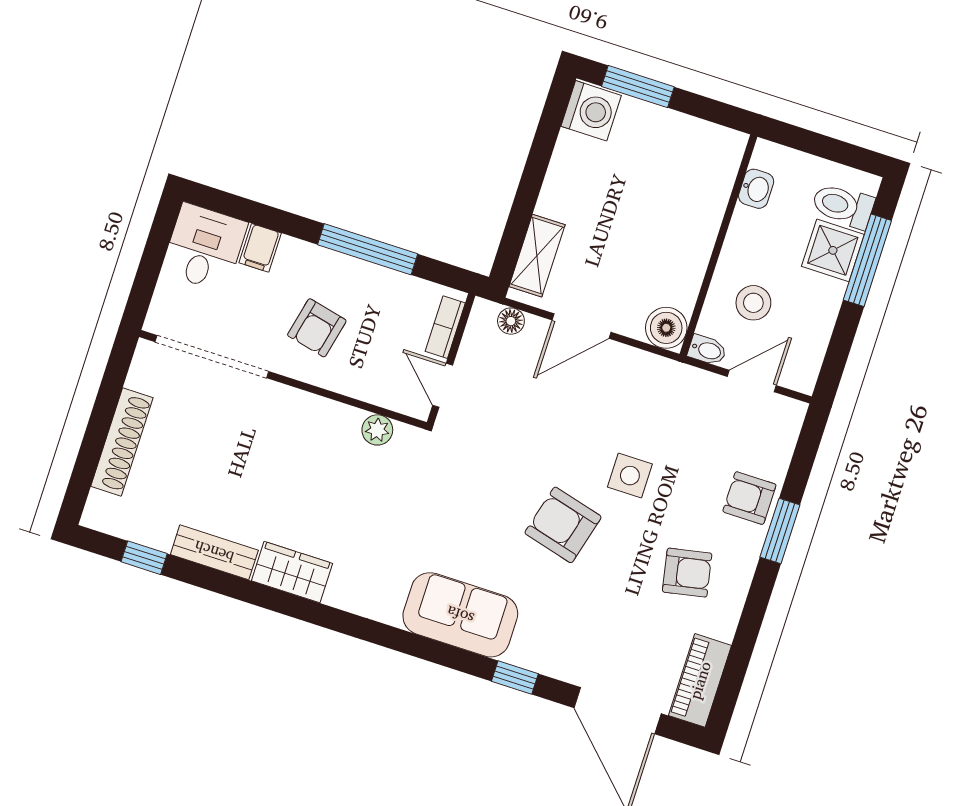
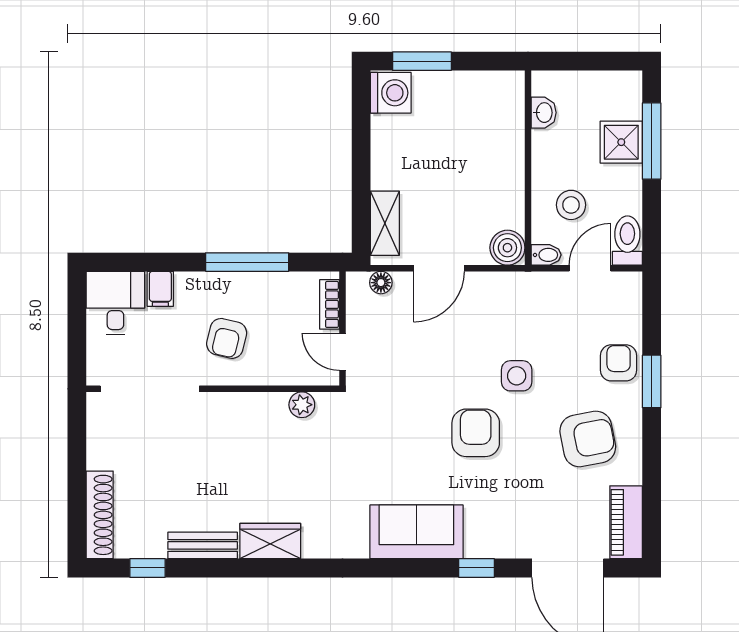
toilet: (843, 206) -> (627, 241), moved, turned 90
shoe rack: (122, 442) -> (100, 515), moved
armchair: (749, 498) -> (619, 363), turned 90
armchair: (563, 525) -> (476, 433), turned 75
armchair: (687, 573) -> (588, 439), width x1.38, depth x1.38

